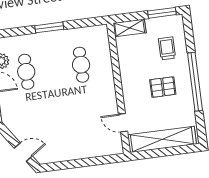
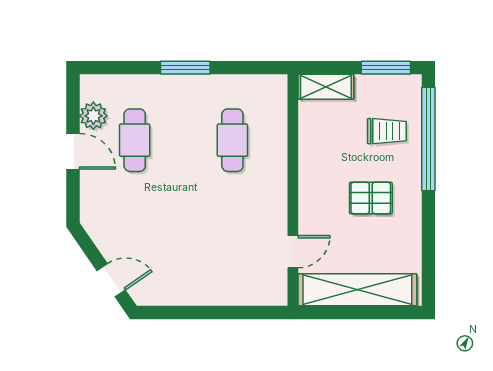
trolley: (167, 48) -> (387, 131), turned 90
window: (195, 82) -> (428, 139), moved
door: (123, 123) -> (293, 252), swing flipped

